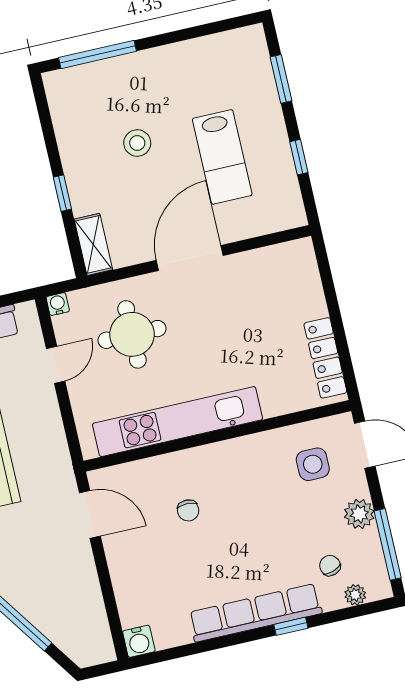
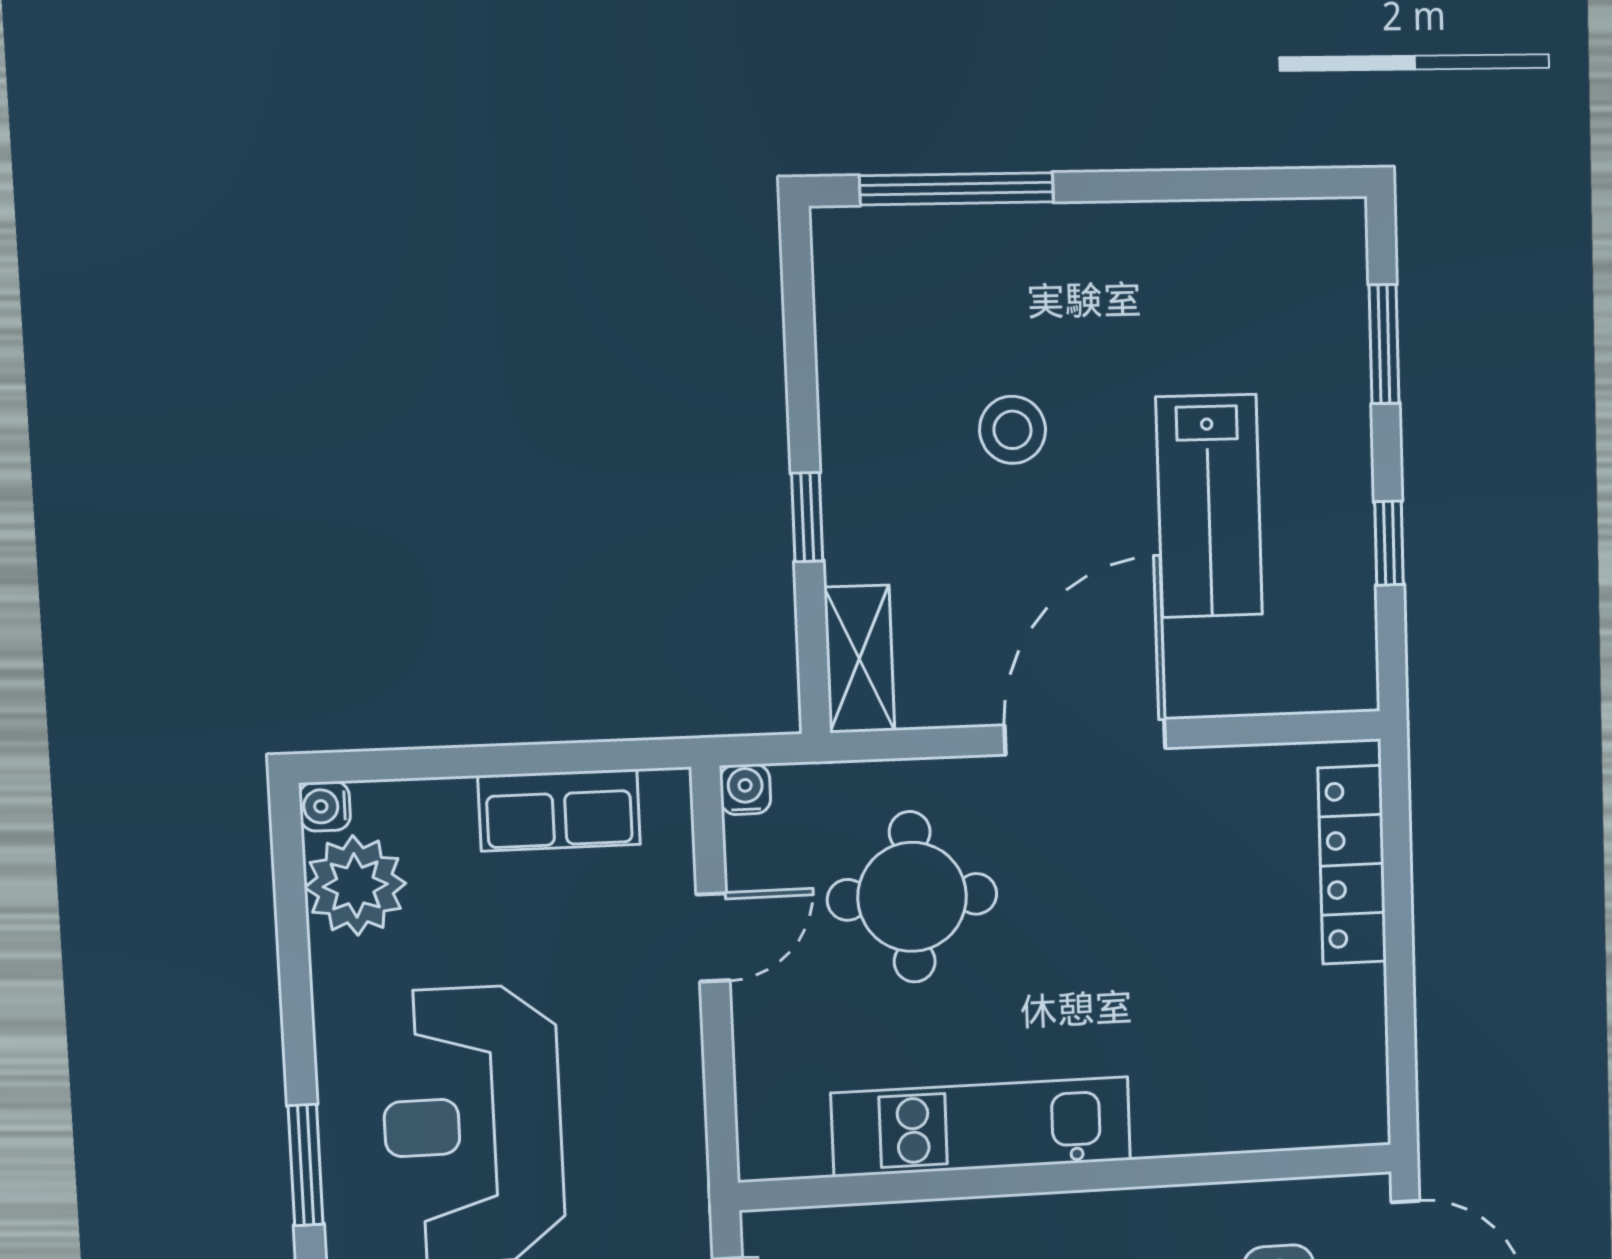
locker: (325, 358) -> (1352, 865), moved
kitchen unit: (177, 422) -> (981, 1127), width x0.73

